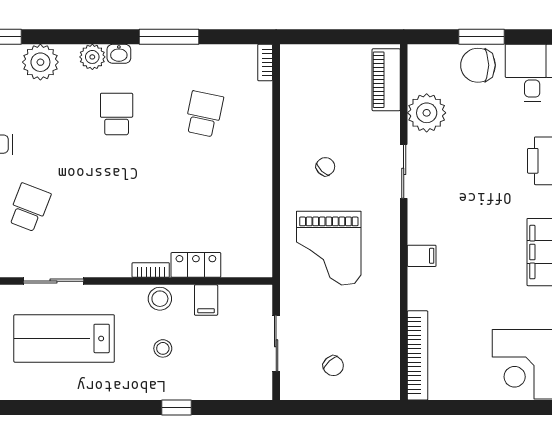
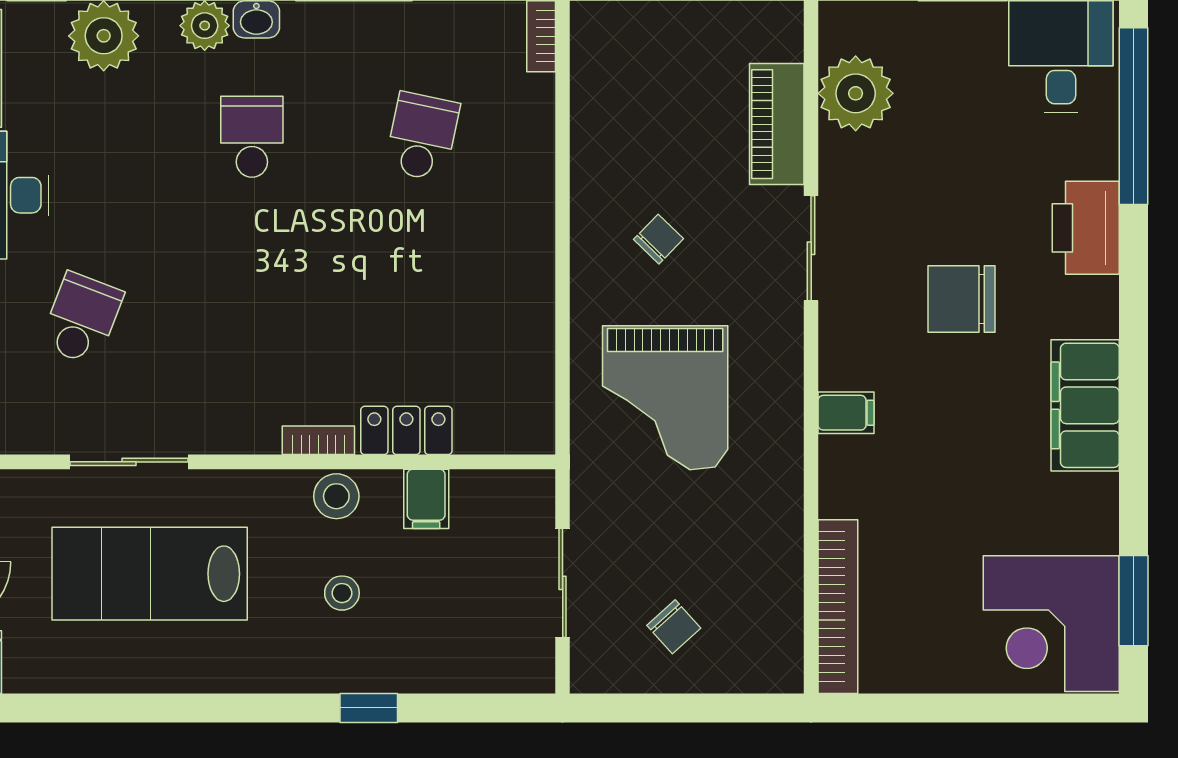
chair: (478, 65) -> (962, 299), moved
piano: (386, 80) -> (777, 124), moved
plant: (427, 113) -> (856, 93), moved

